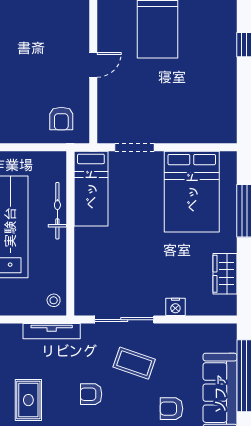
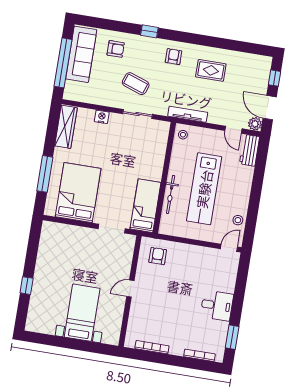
wardrobe: (225, 274) -> (66, 127), width x1.50
sliding door: (124, 320) -> (138, 114), width x0.73
armchair: (91, 394) -> (174, 57), moved, turned -90
rug: (28, 400) -> (211, 70), turned 90

